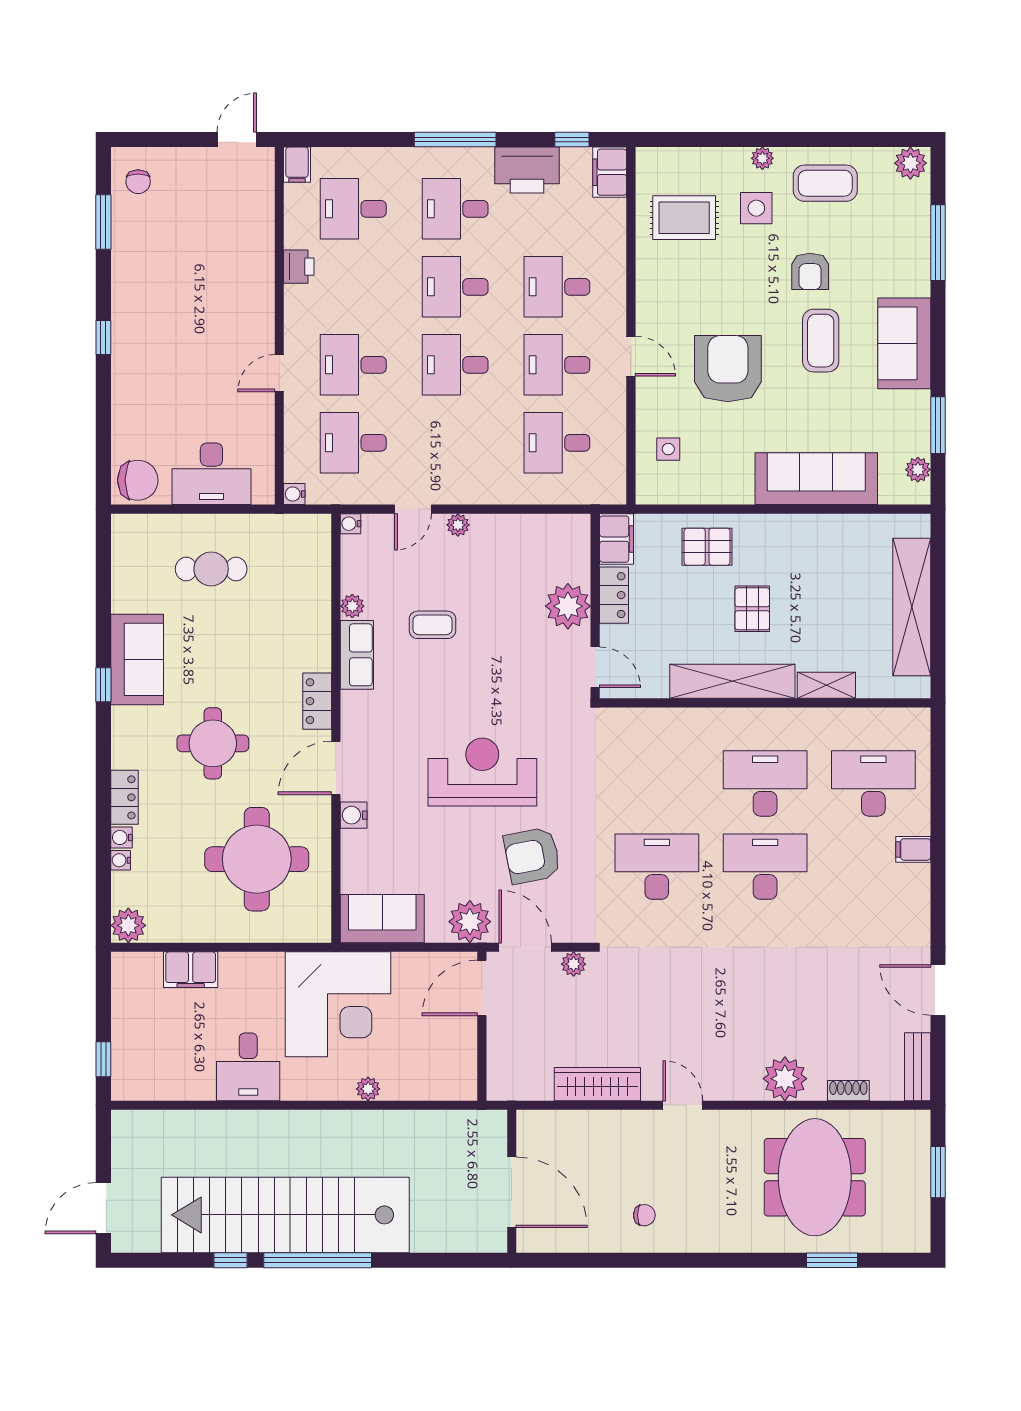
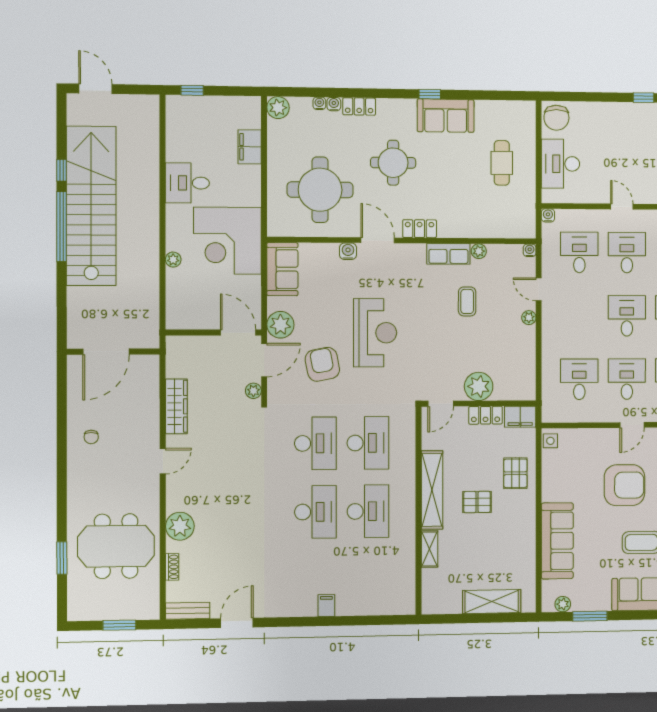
side table: (668, 449) -> (550, 441), moved
shelving: (912, 607) -> (492, 602), width x0.68
desk: (873, 784) -> (368, 443), moved

